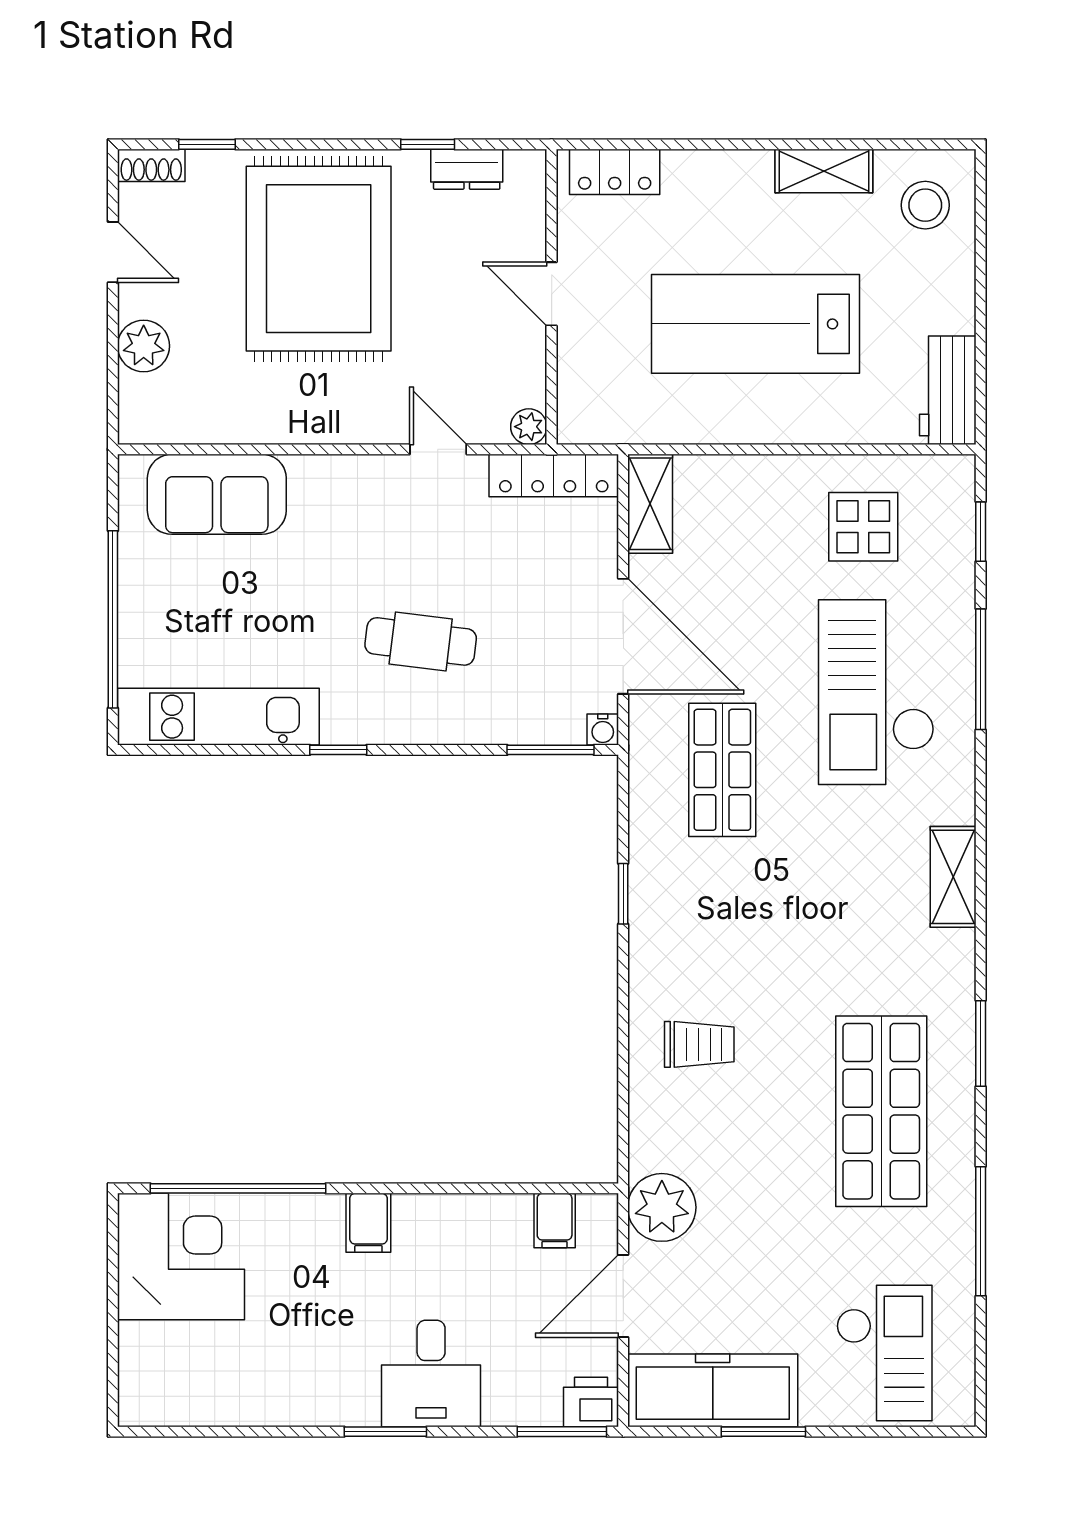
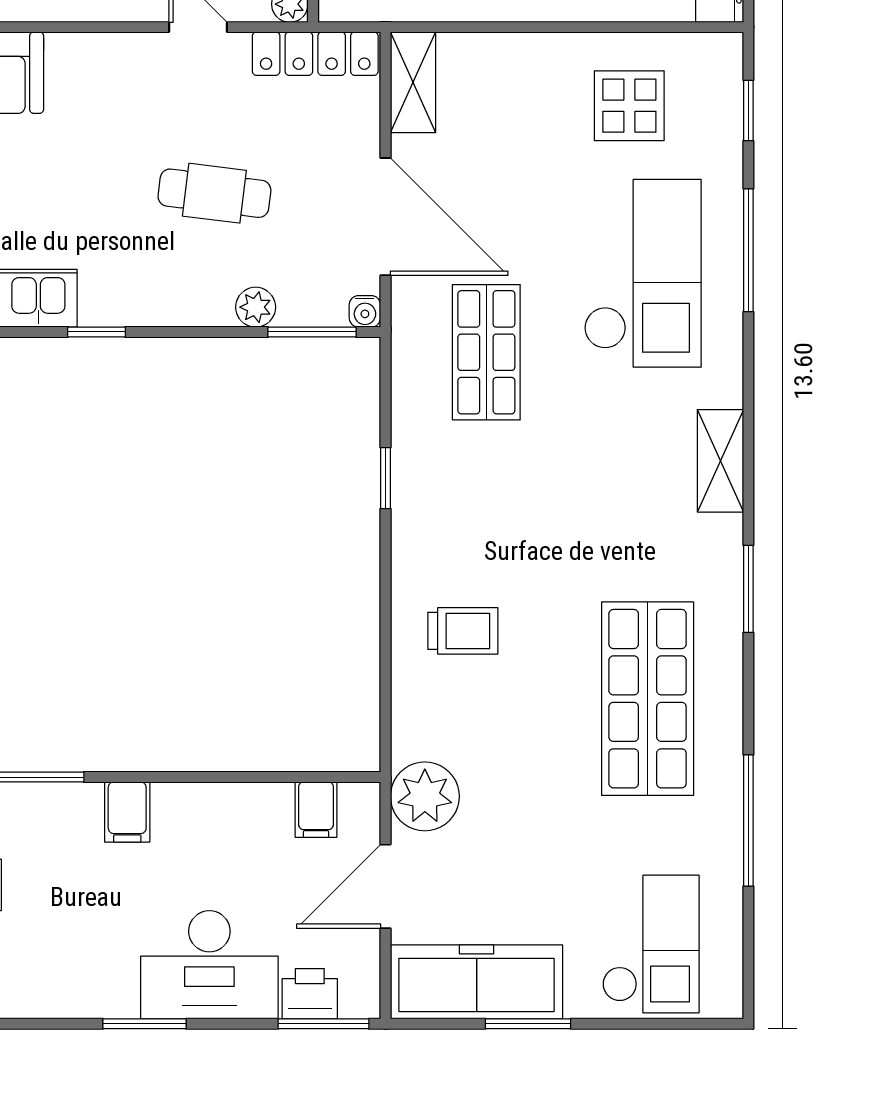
cafe table: (421, 641) -> (214, 193), moved
checkout: (876, 692) -> (643, 273), turned 180
plant: (495, 725) -> (256, 307), added
window: (981, 1044) -> (748, 589), moved
desk: (431, 1373) -> (209, 965), width x1.37
printer: (591, 1402) -> (310, 994), moved

